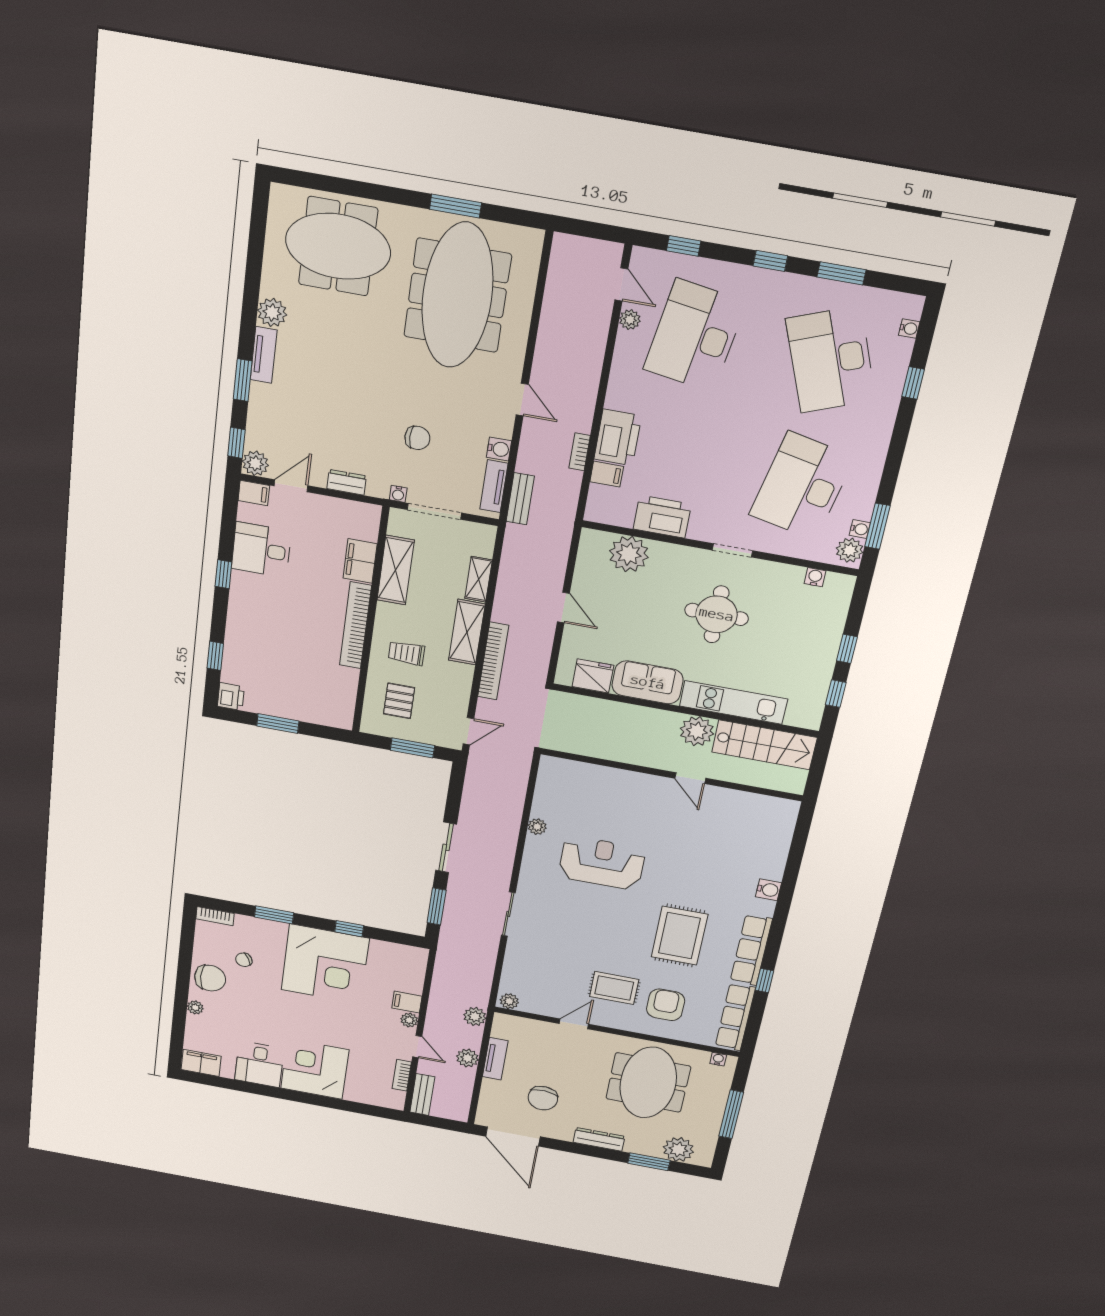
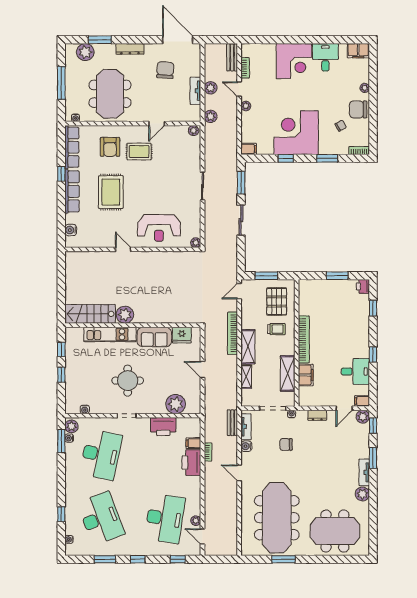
pallet: (399, 701) -> (277, 301), width x1.50, depth x1.42
wall: (672, 775) -> (133, 249), moved
door: (690, 778) -> (123, 249), moved
filing cabinet: (407, 1002) -> (249, 149), moved

